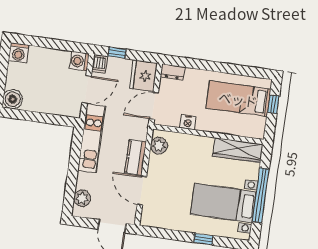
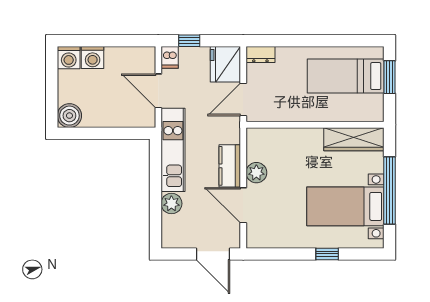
washing machine: (79, 61) -> (93, 58), moved, turned -90
door: (87, 89) -> (158, 91), swing flipped
window: (273, 104) -> (389, 77), width x1.50
nightstand: (188, 122) -> (288, 114), removed
plant: (159, 146) -> (256, 173), moved
plant: (82, 198) -> (171, 204), moved

